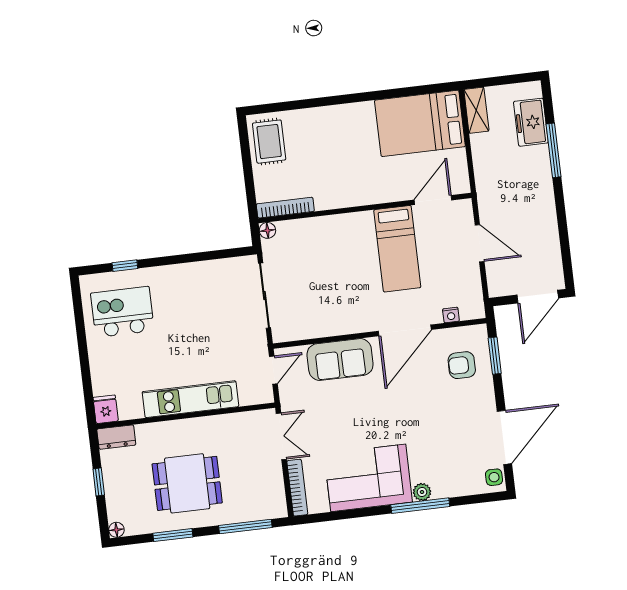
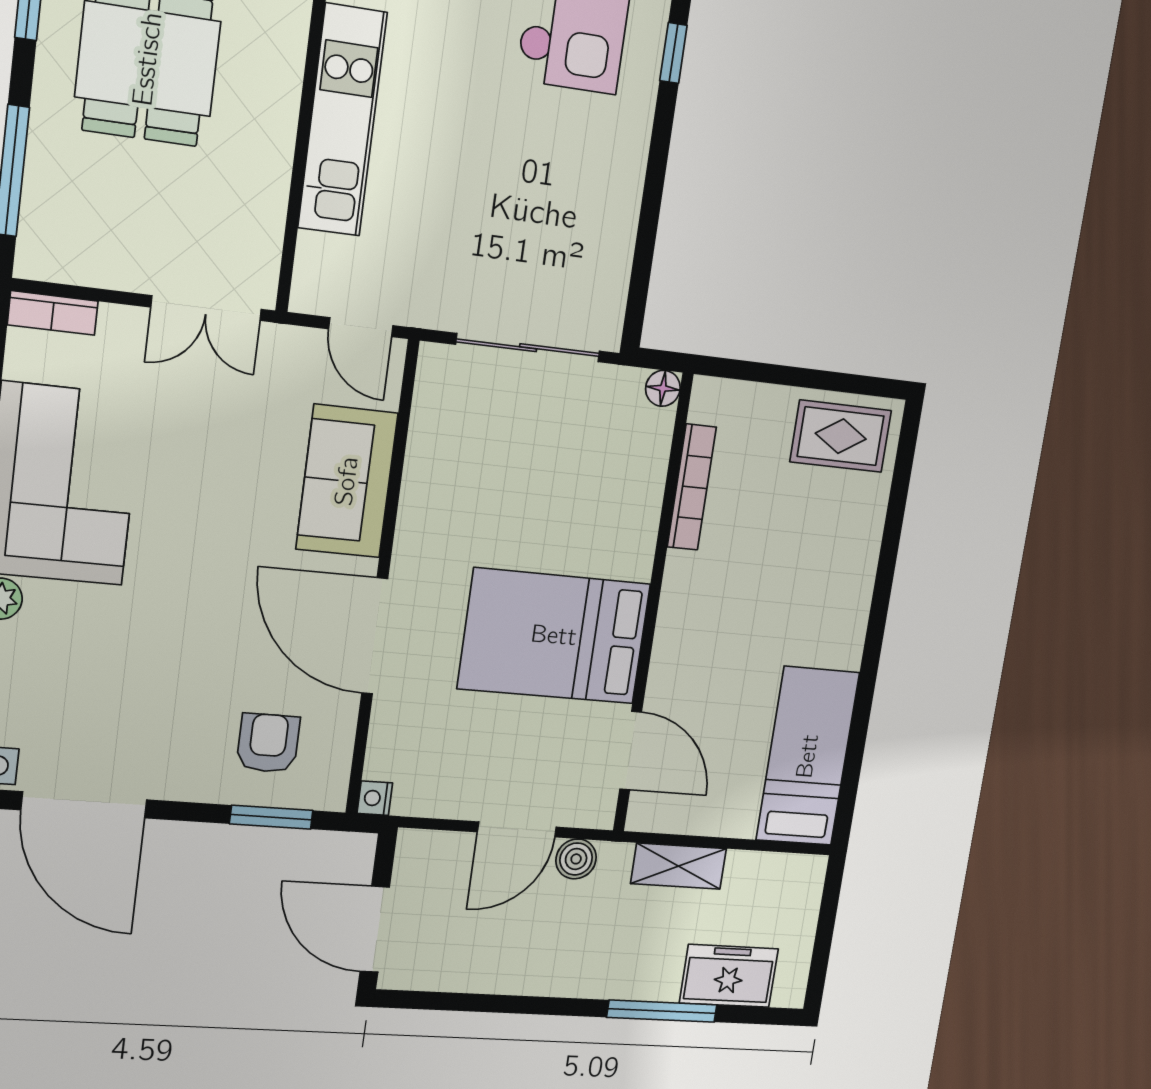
shelving: (476, 110) -> (679, 866), moved
bed: (420, 123) -> (808, 756), width x0.67
bookcase: (285, 208) -> (692, 487), moved
boiler: (488, 212) -> (576, 859), added
bed: (397, 249) -> (554, 636), width x1.50
nightstand: (451, 315) -> (375, 798), moved
bookcase: (297, 488) -> (53, 313), width x0.64

